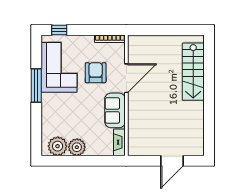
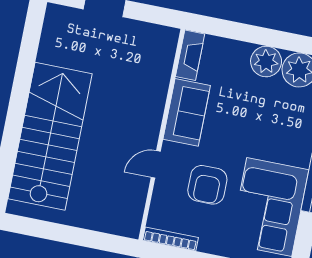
stairs: (193, 72) -> (50, 136), width x1.36, depth x1.51
door: (126, 78) -> (156, 164), width x0.53

